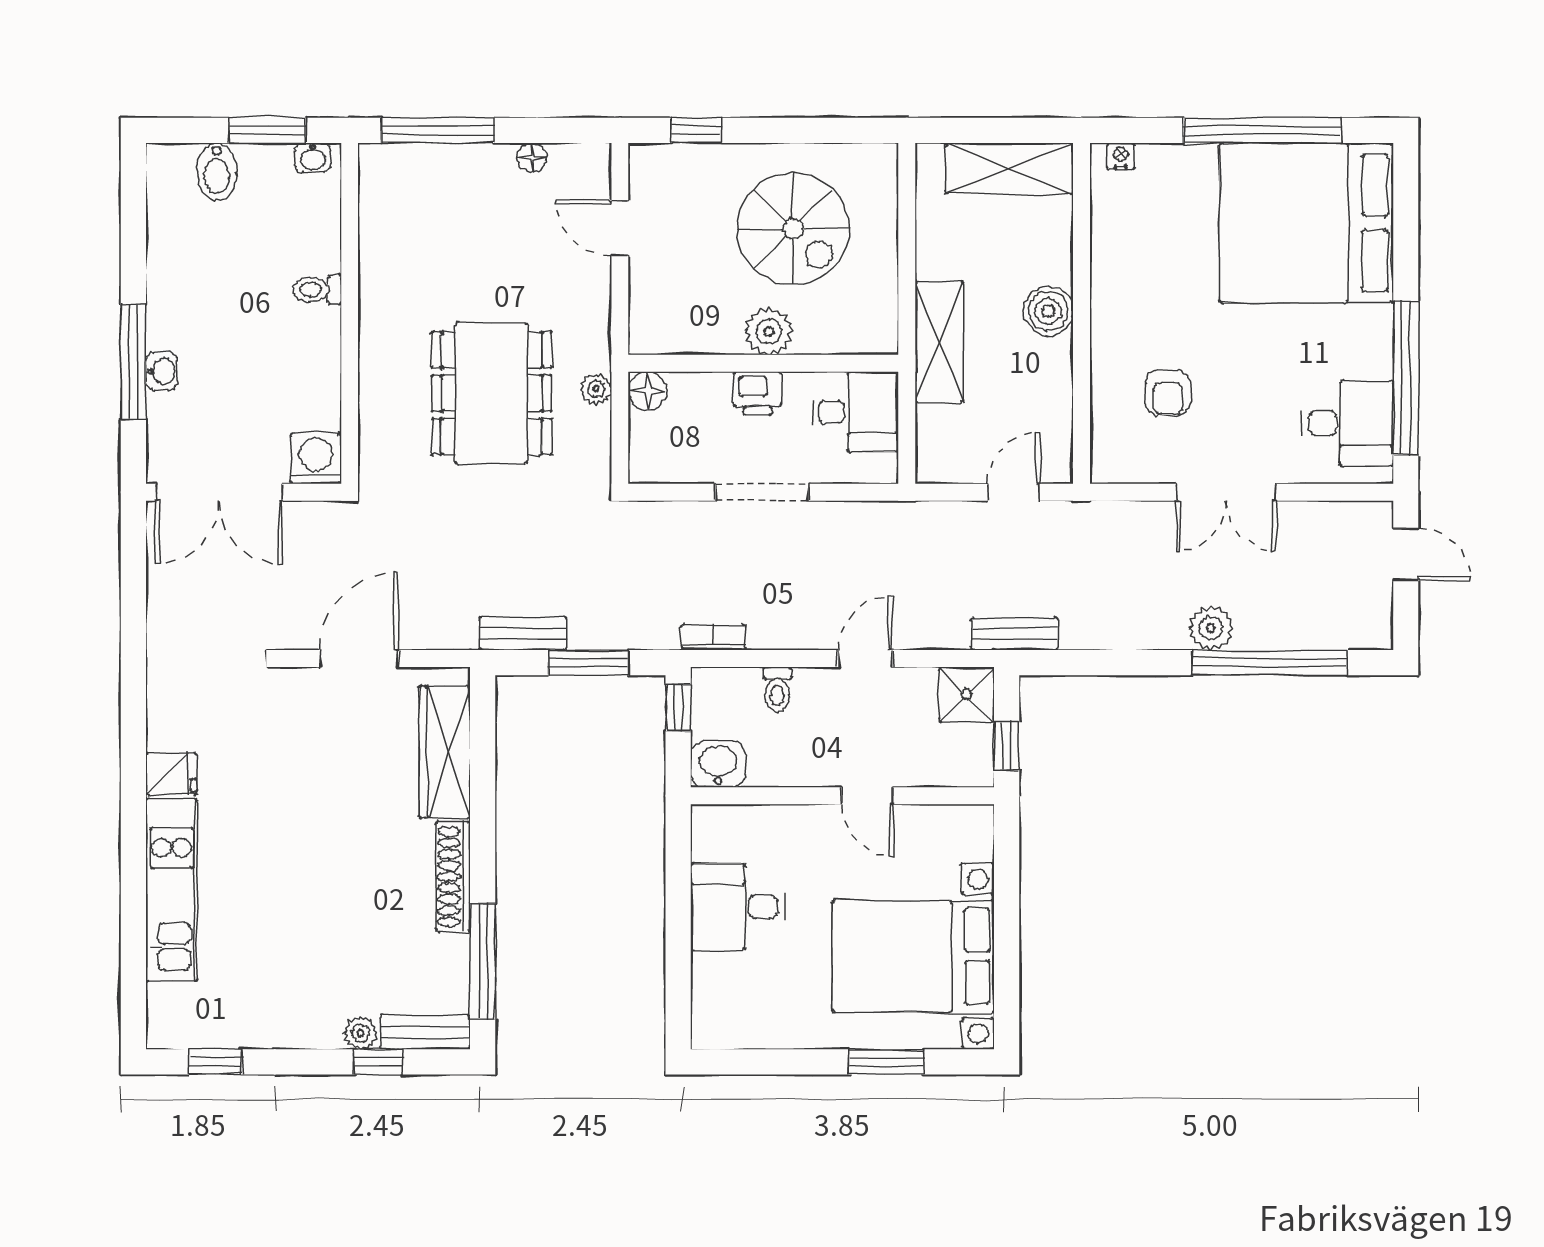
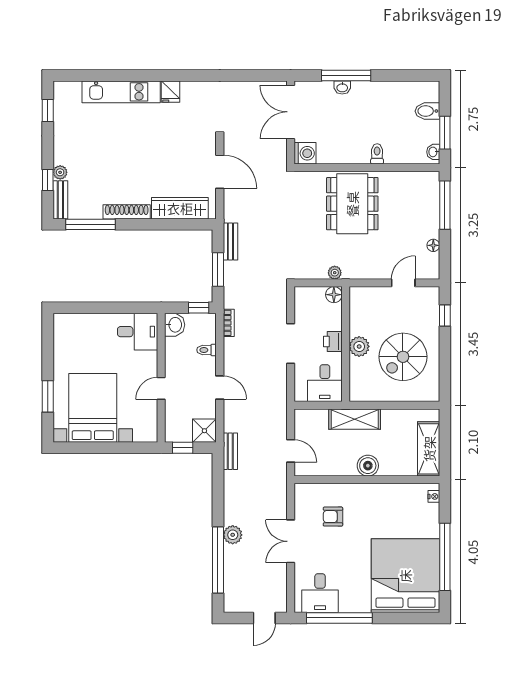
dining table: (492, 393) -> (352, 204), moved, turned 90
desk: (738, 907) -> (138, 332), moved, turned 90

